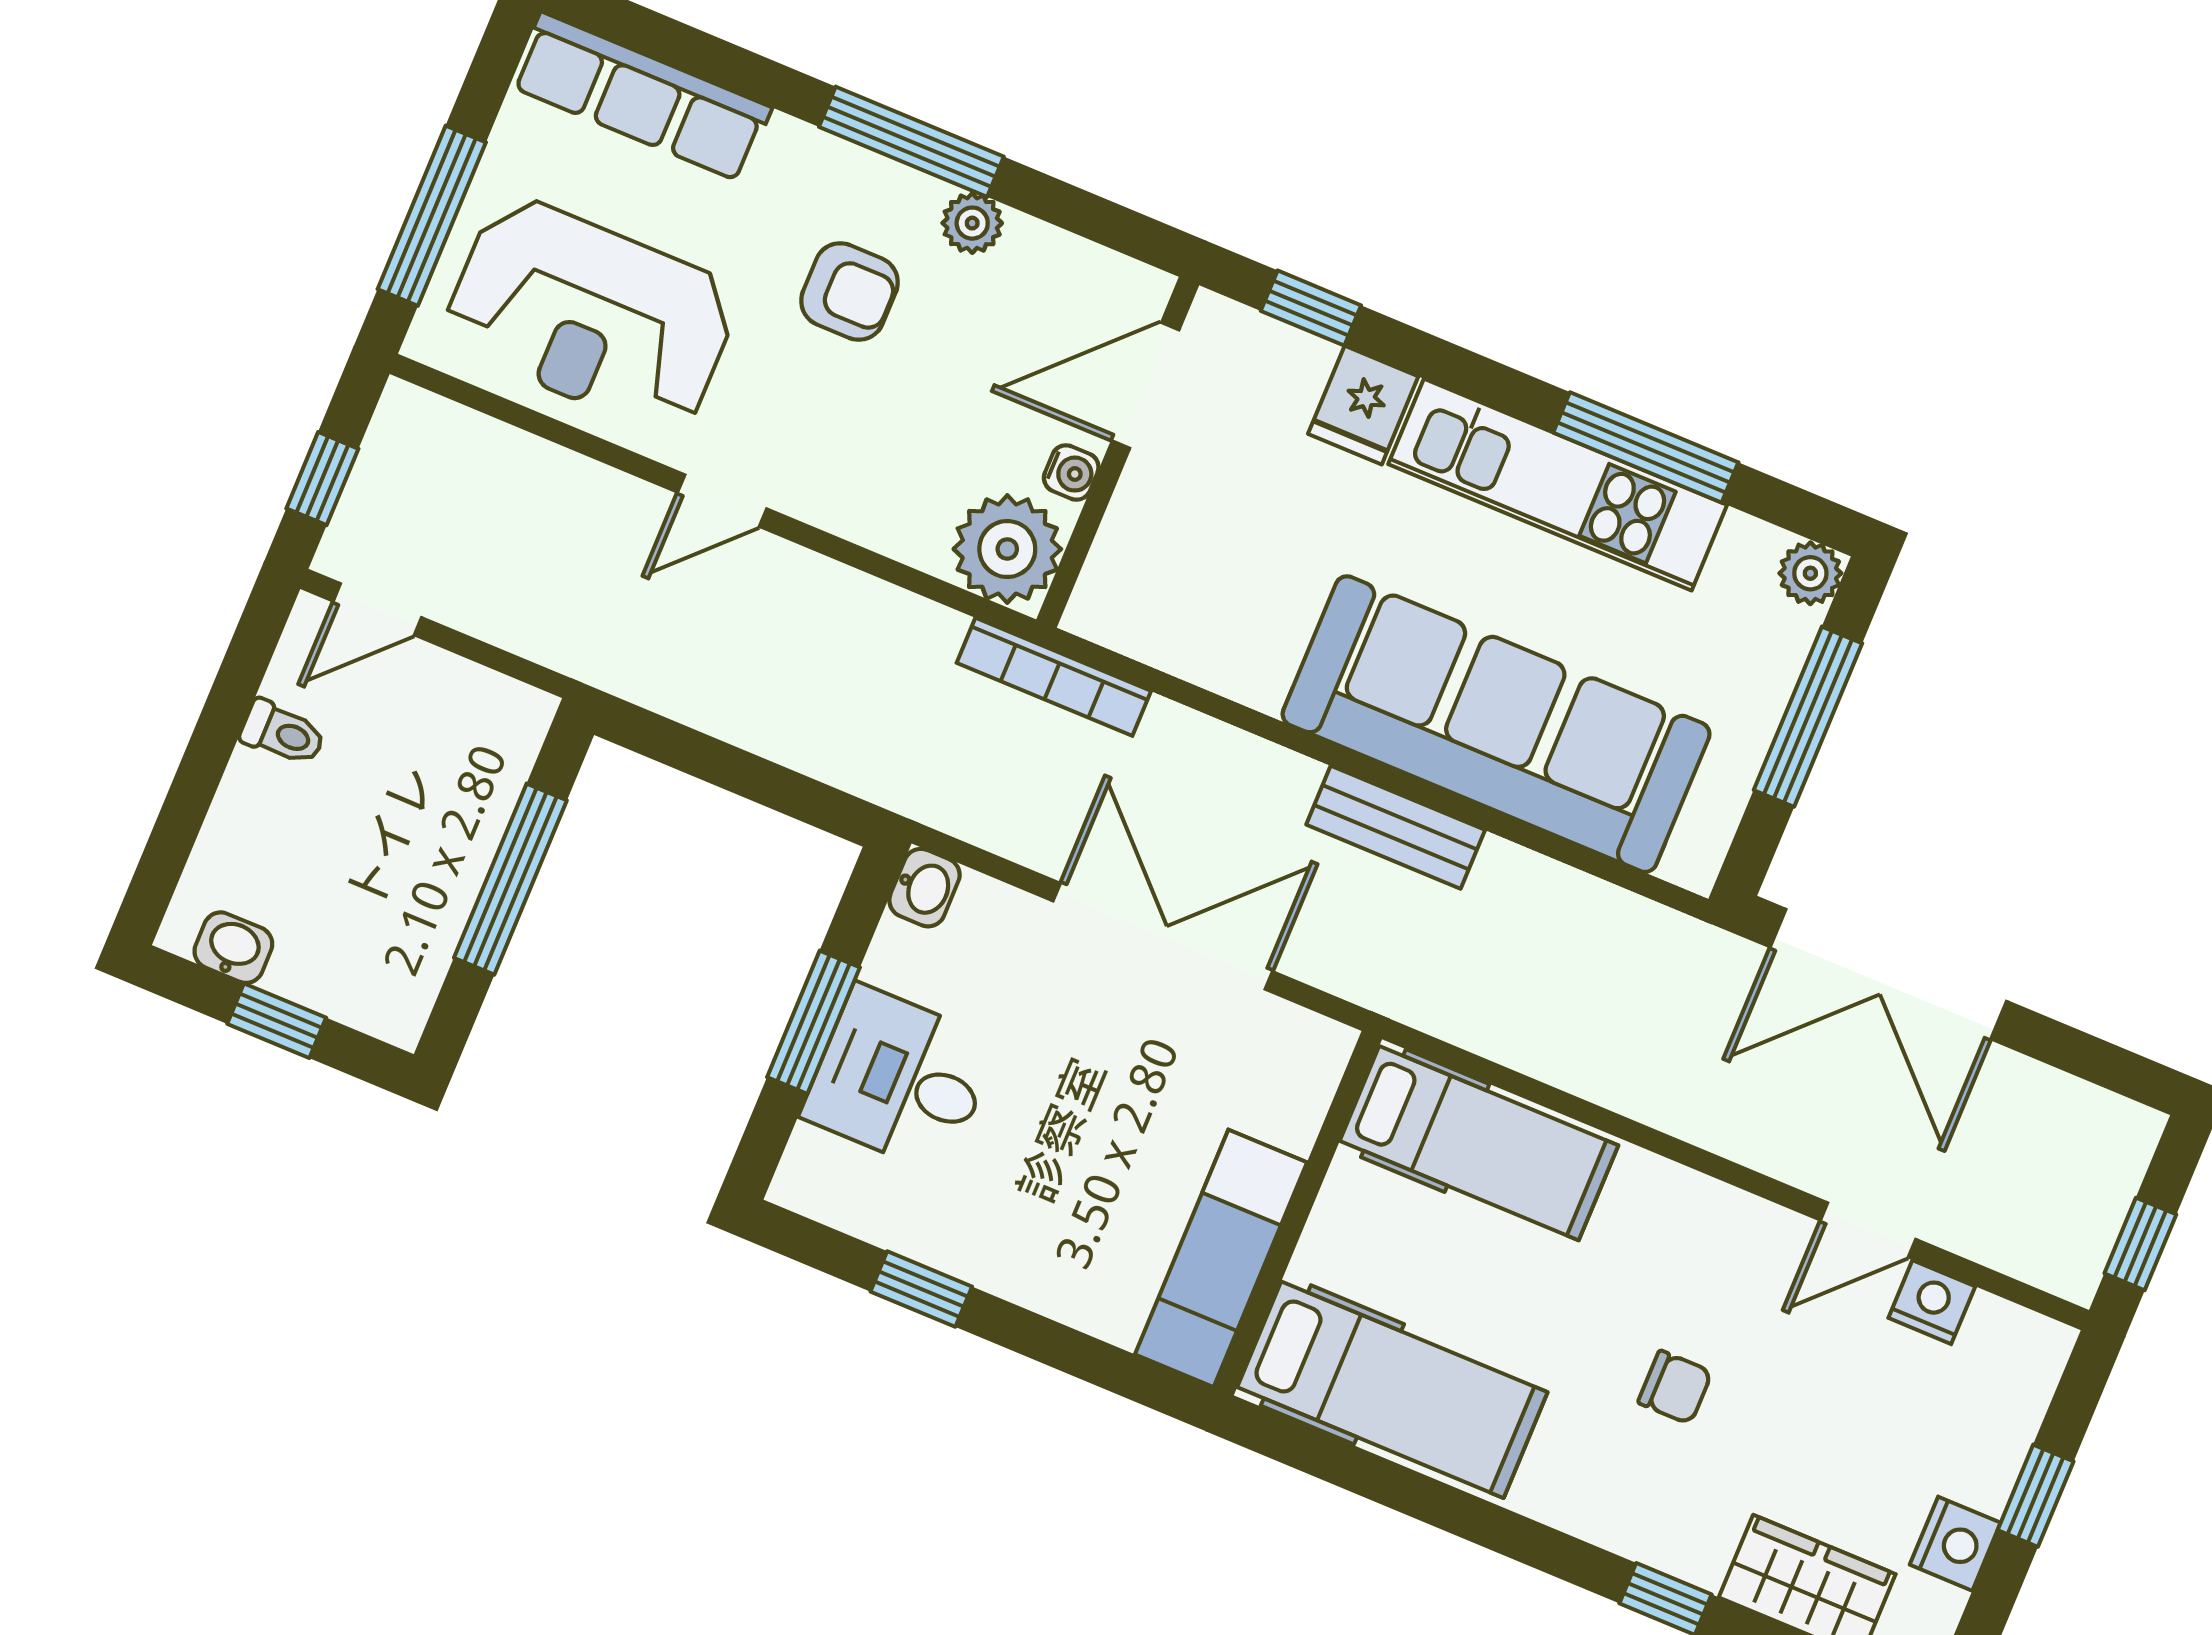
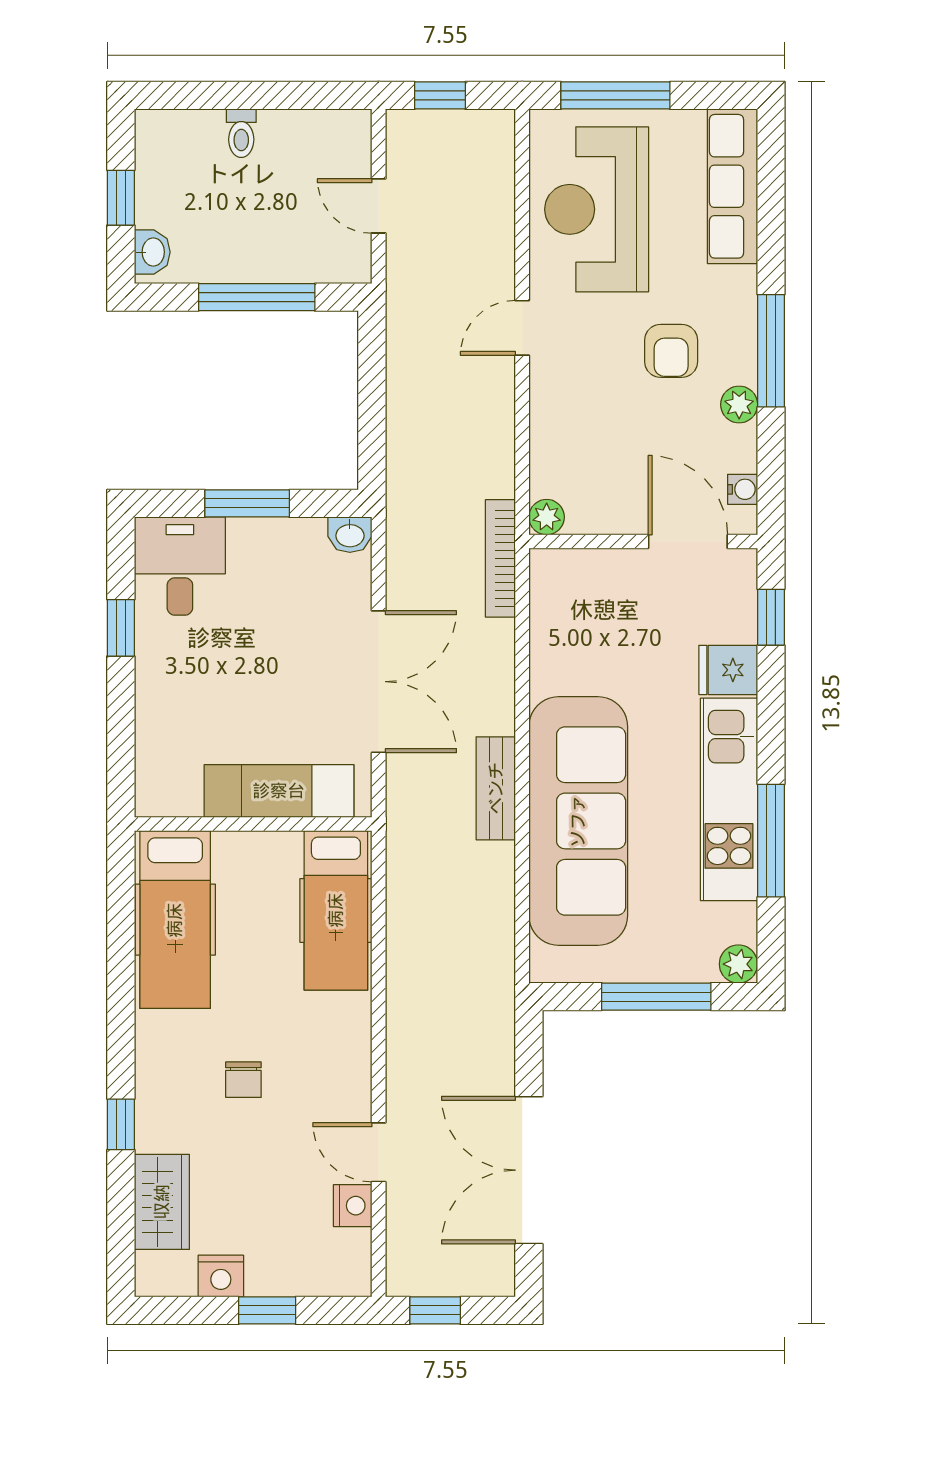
water cooler: (1071, 473) -> (743, 489), moved, turned -90
door: (722, 501) -> (522, 328), hinge flipped
plant: (1007, 549) -> (547, 517), width x0.53, depth x0.53
door: (377, 609) -> (379, 206), moved
toilet: (283, 733) -> (241, 133), moved
washbasin: (233, 948) -> (152, 252), moved
double door: (1888, 974) -> (529, 1170), moved
desk: (900, 1079) -> (180, 566), moved
exam couch: (1221, 1258) -> (279, 791), moved

